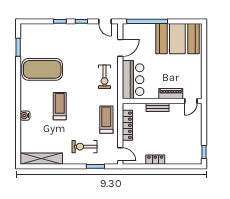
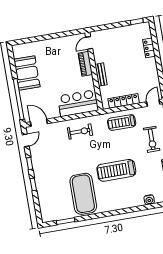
booth: (177, 39) -> (27, 73), width x0.73, depth x0.70
door: (120, 48) -> (39, 123), moved
door: (191, 101) -> (89, 43), swing flipped
treadmill: (60, 106) -> (116, 170), width x1.37, depth x1.38
water cooler: (25, 116) -> (149, 200), moved
locker: (155, 160) -> (149, 48), moved

